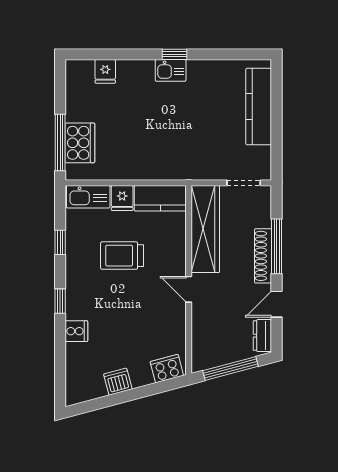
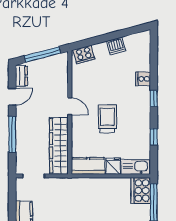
cooker: (80, 143) -> (141, 191), moved
trolley: (122, 256) -> (107, 119), moved, turned -90
shoe rack: (263, 256) -> (21, 128), removed

